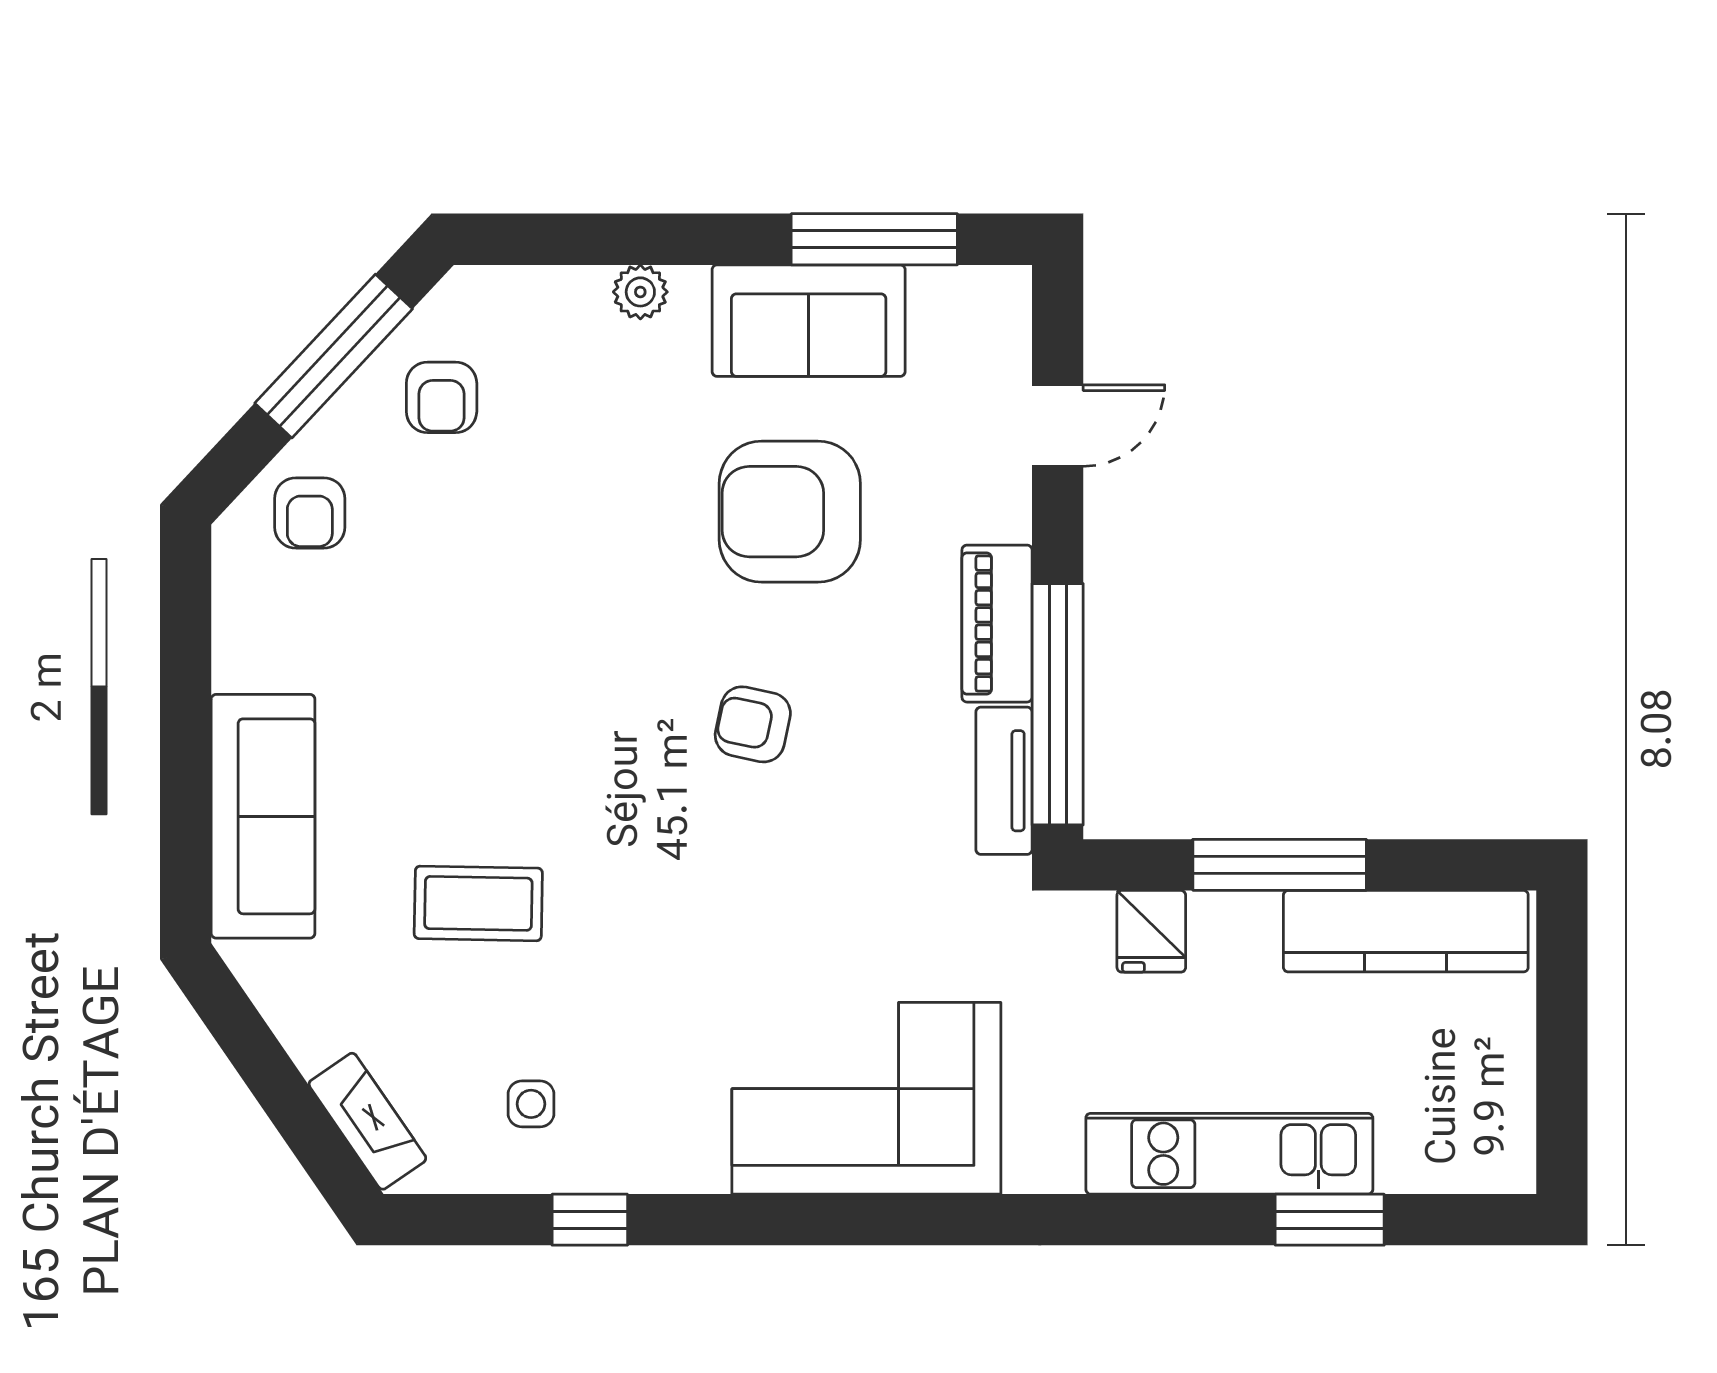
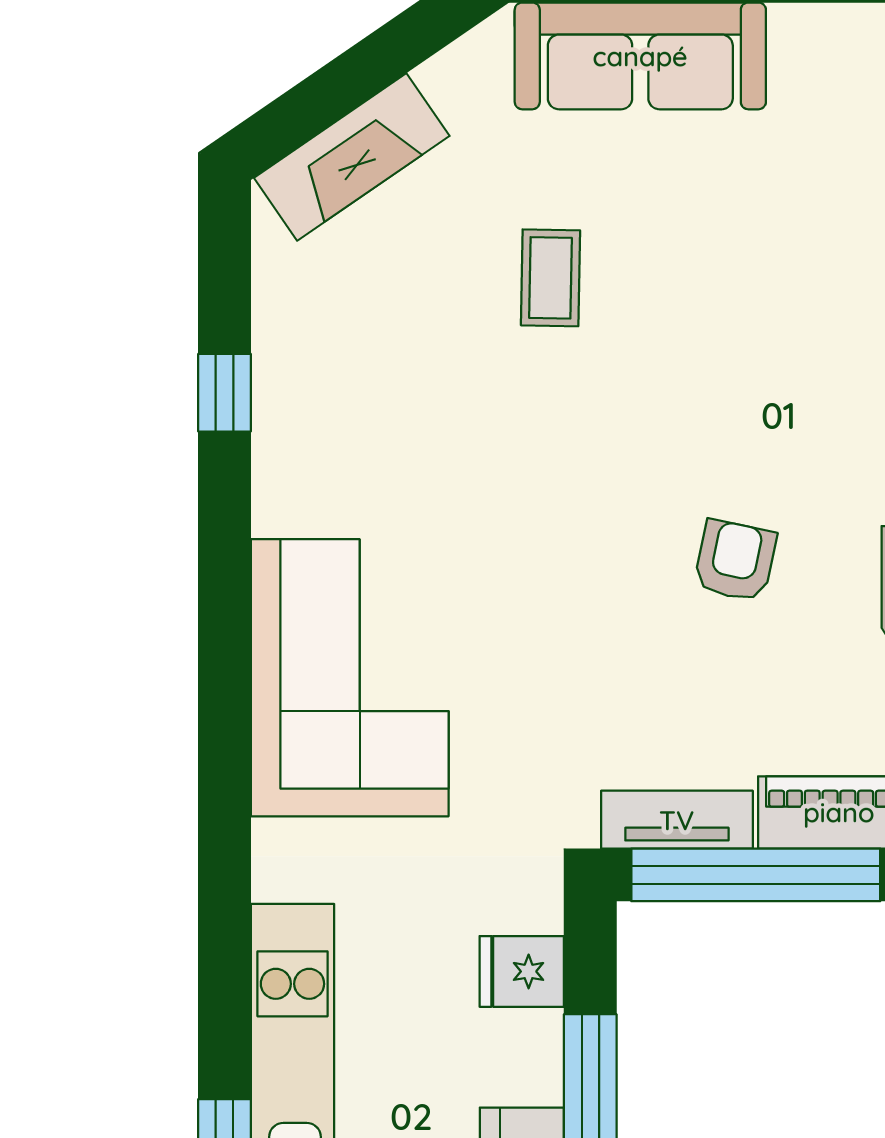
coffee table: (478, 903) -> (550, 278), width x0.73, depth x0.77
side table: (531, 1104) -> (344, 332), removed
fireplace: (367, 1121) -> (352, 157), width x1.37, depth x1.32

